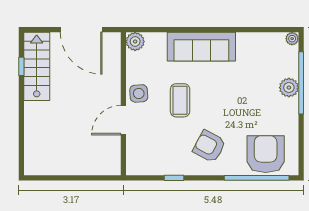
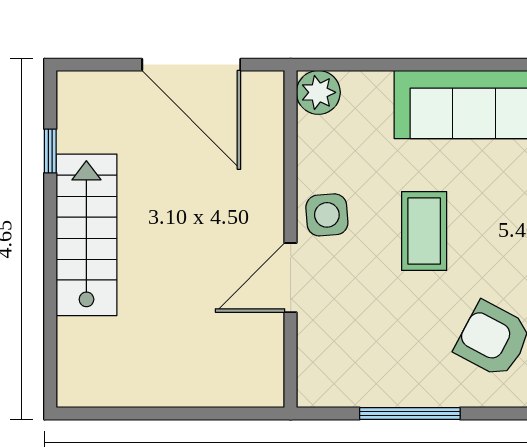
stairs: (37, 66) -> (86, 235), moved
window: (174, 178) -> (410, 414), width x2.17

